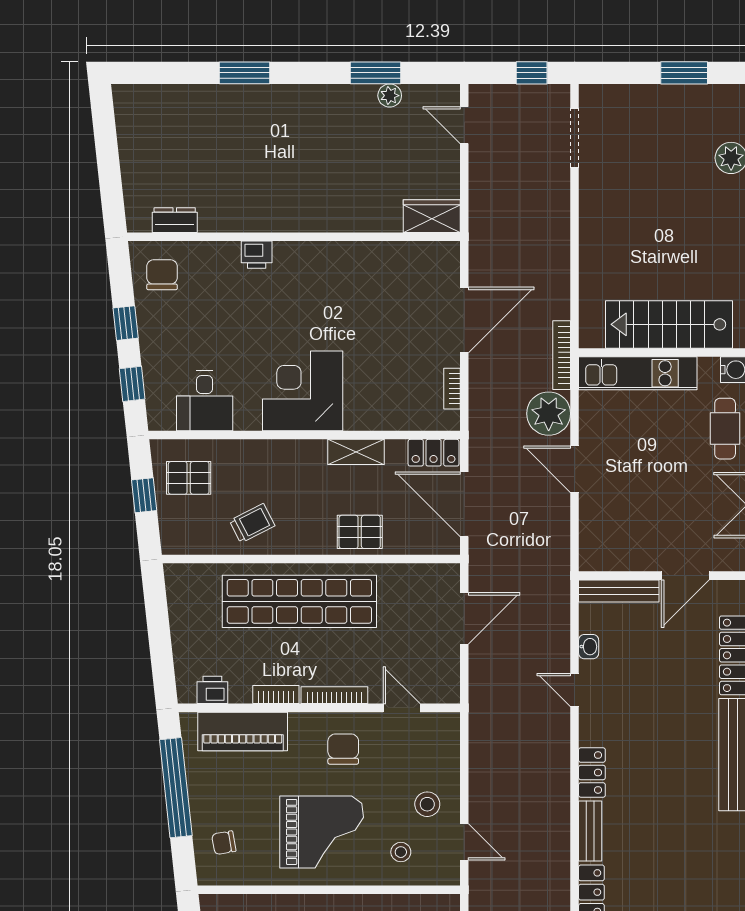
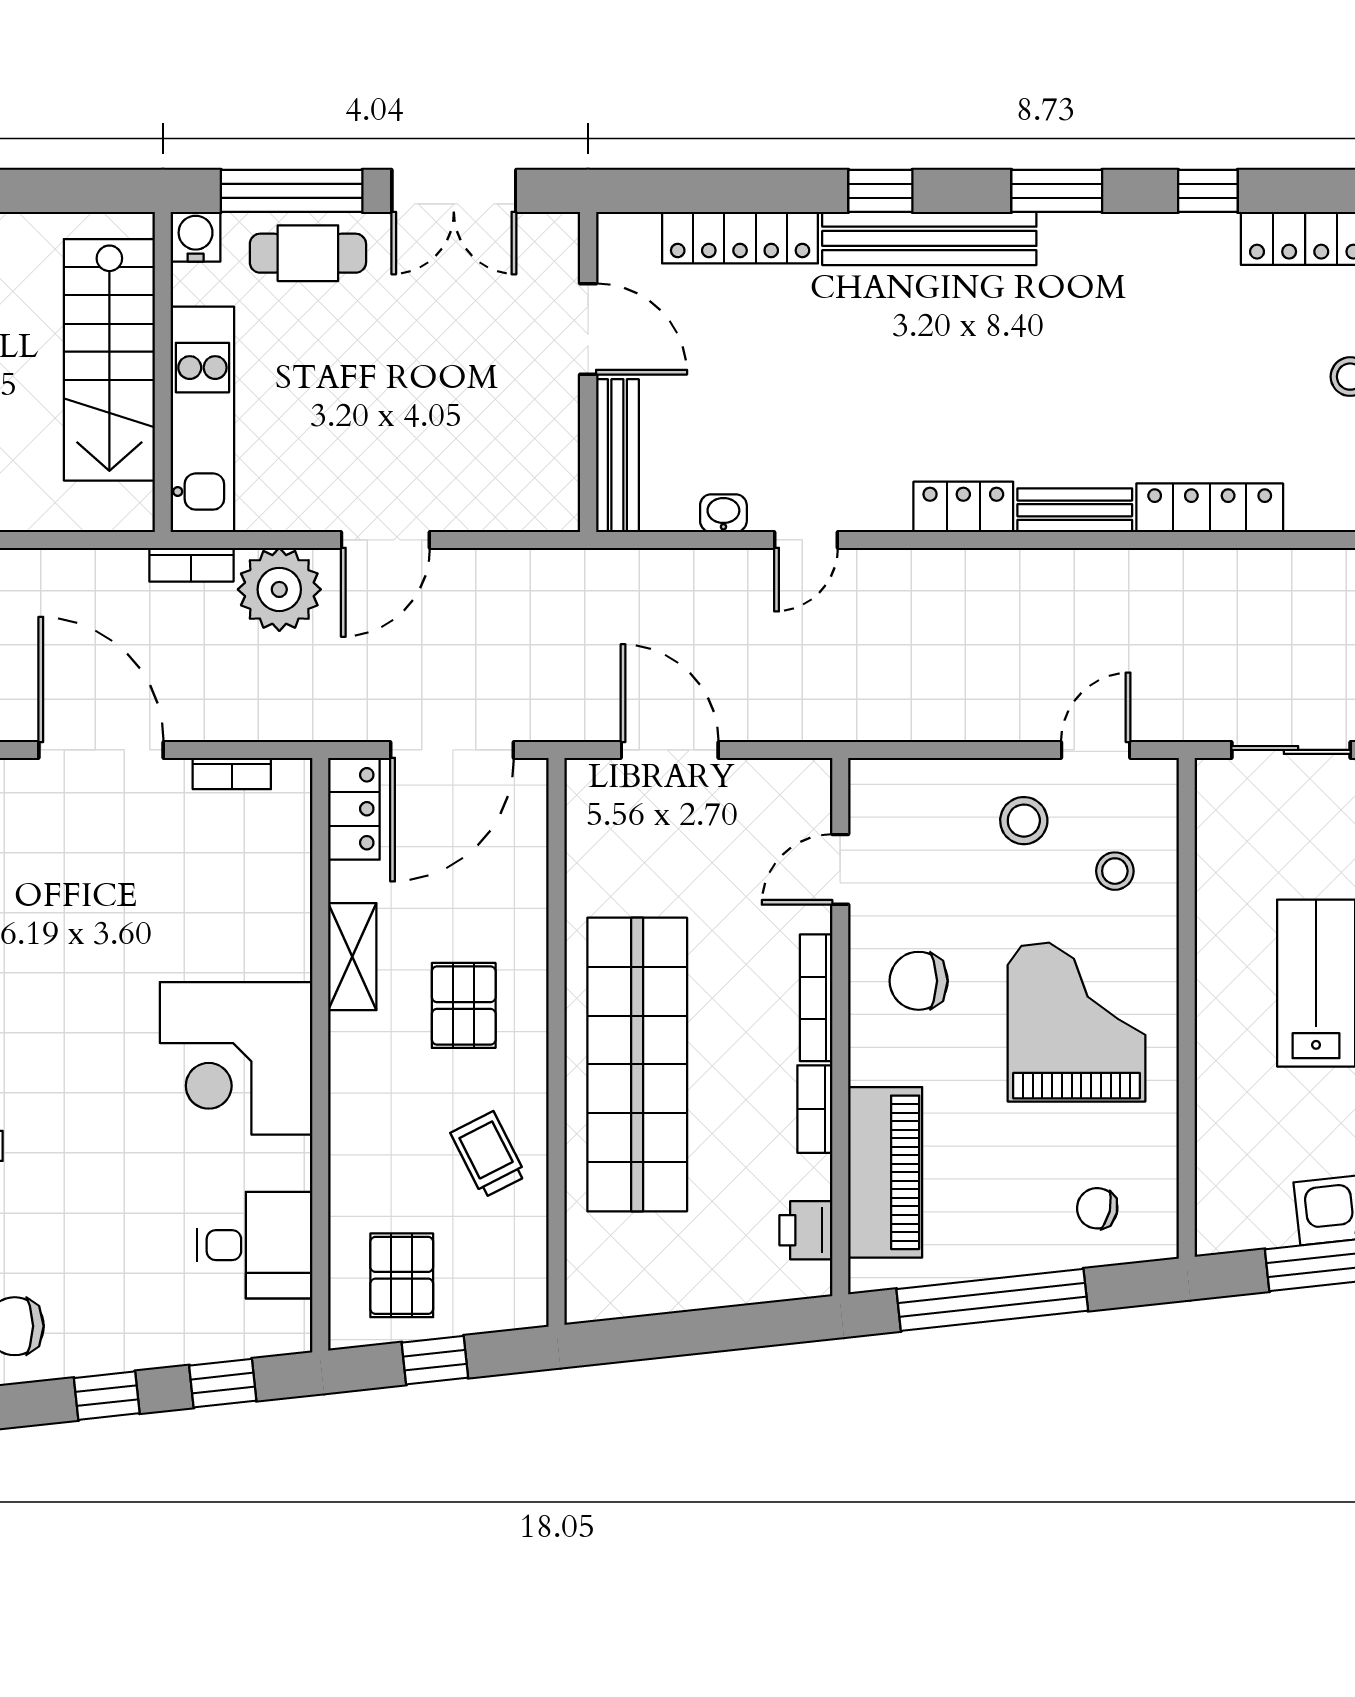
bookcase: (562, 355) -> (191, 565), width x0.64
pallet: (360, 532) -> (464, 1005), moved
chair: (224, 843) -> (1097, 1208), turned 113

